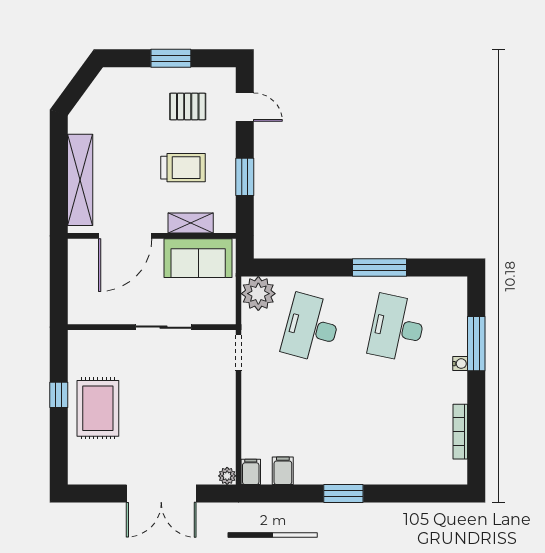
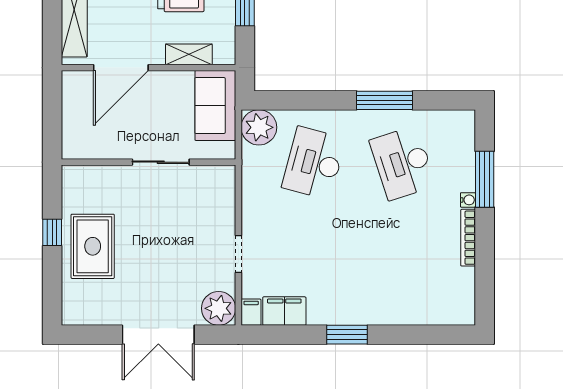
sofa: (198, 258) -> (215, 105), moved, turned 90
desk: (397, 328) -> (403, 163), turned -30
doorway: (239, 353) -> (238, 254), moved
bookcase: (460, 432) -> (468, 238), moved
filing cabinet: (283, 471) -> (284, 311), width x2.00
plant: (227, 476) -> (219, 308), width x1.87, depth x1.87

